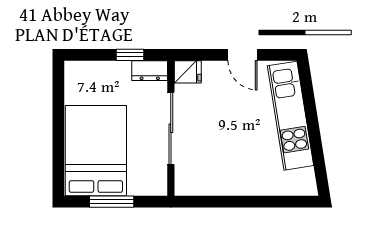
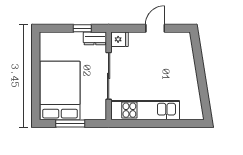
door: (243, 55) -> (155, 28), swing flipped
kitchen unit: (291, 116) -> (145, 110), moved, turned 99

